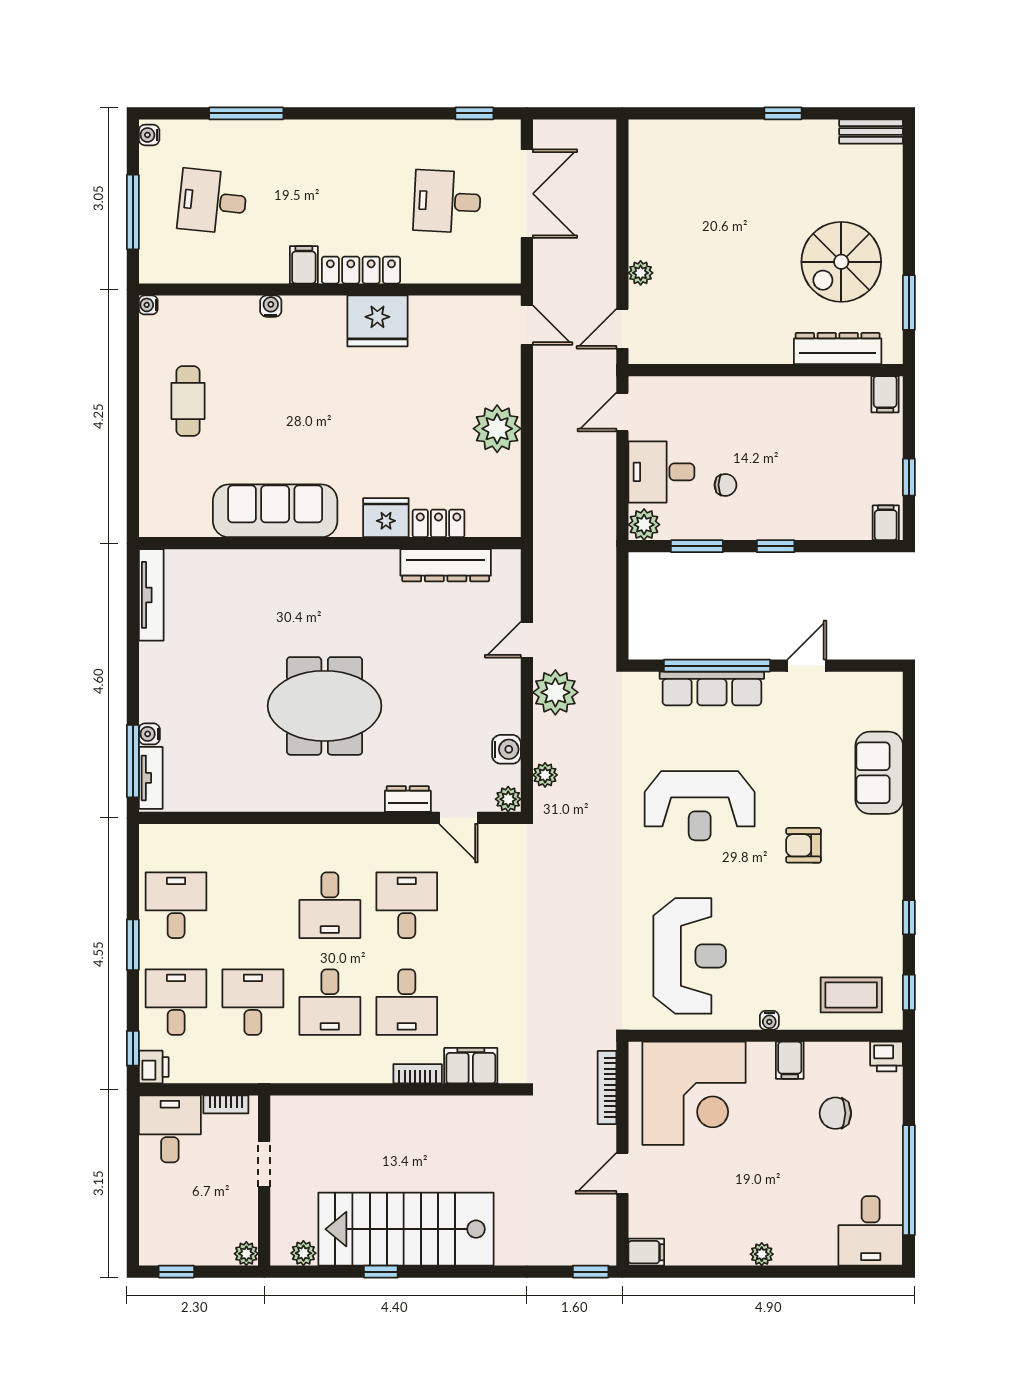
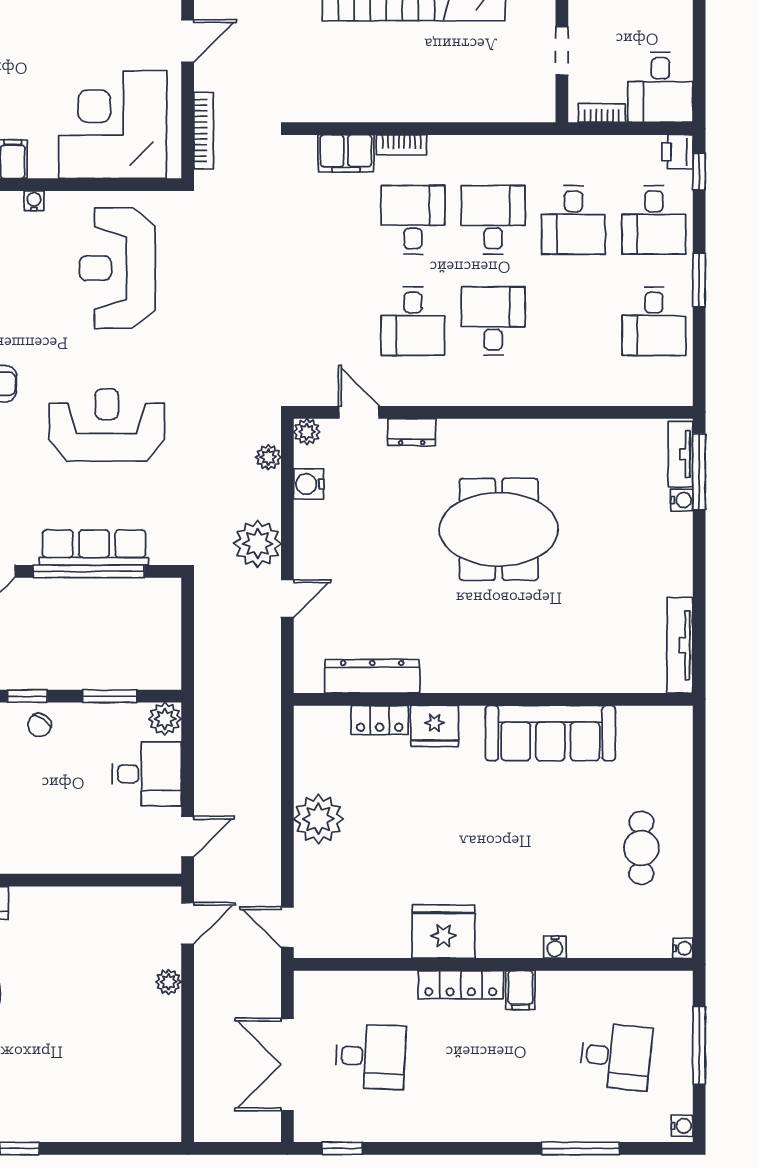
chair: (725, 485) -> (39, 725), moved, turned -55

